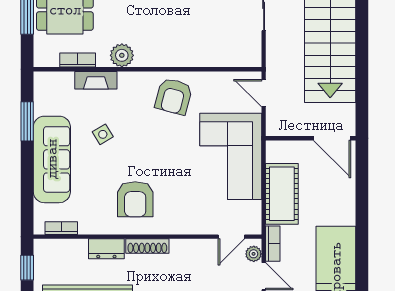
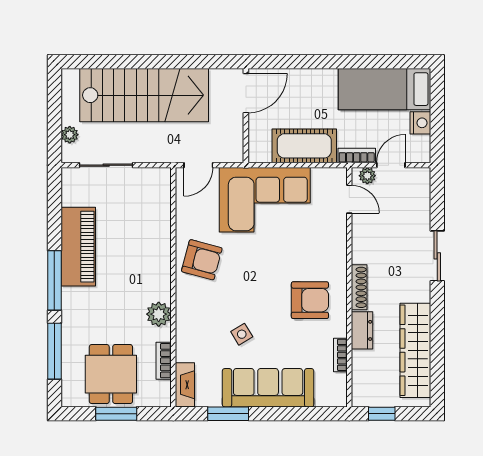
fireplace: (96, 80) -> (185, 385), moved
bookcase: (61, 228) -> (340, 355), moved

